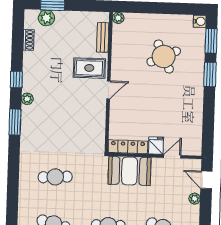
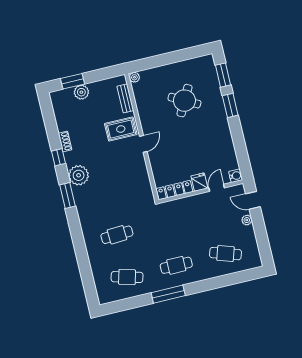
plant: (46, 18) -> (81, 92), moved
water cooler: (200, 21) -> (236, 176), moved
shoe rack: (29, 40) -> (65, 141), moved
round table: (164, 56) -> (184, 101), turned -37
plant: (27, 99) -> (79, 175), width x1.88, depth x1.88
booth: (129, 171) -> (182, 211), removed

